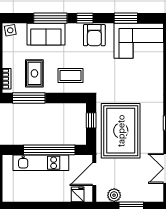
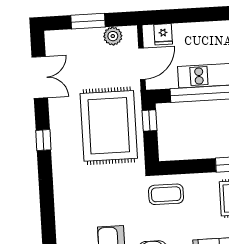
coffee table: (70, 75) -> (166, 194), moved
window: (91, 120) -> (149, 120), moved

